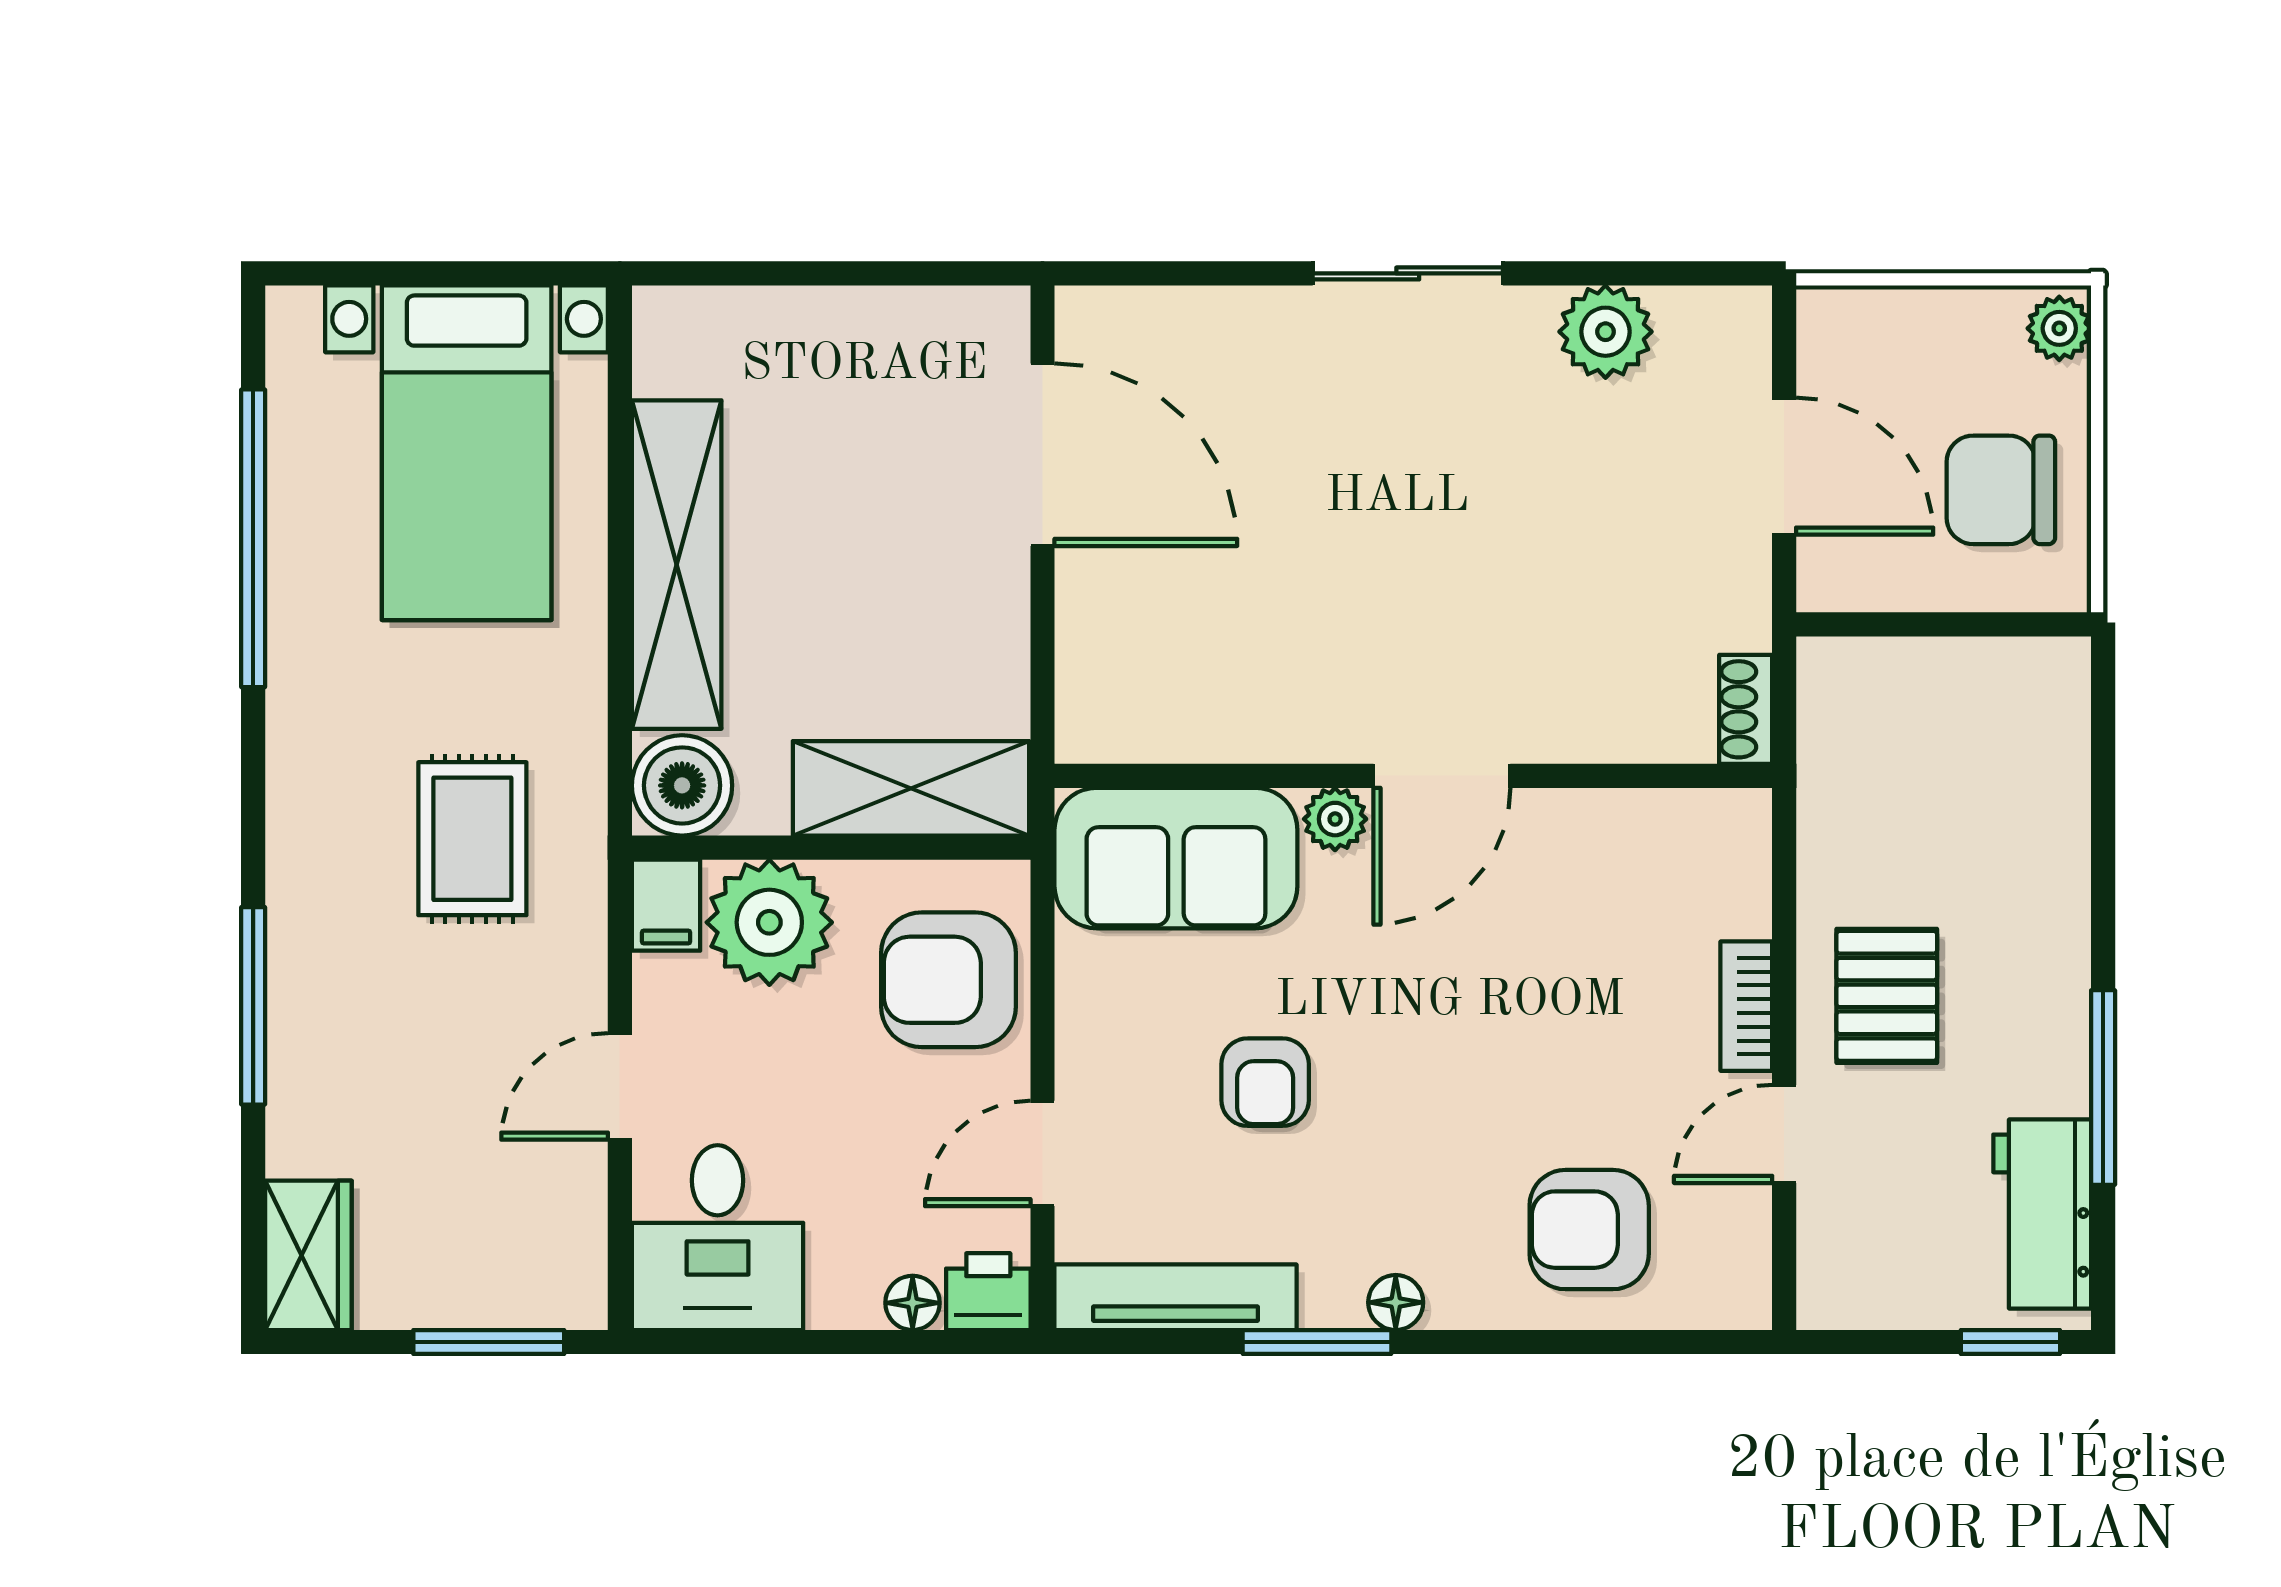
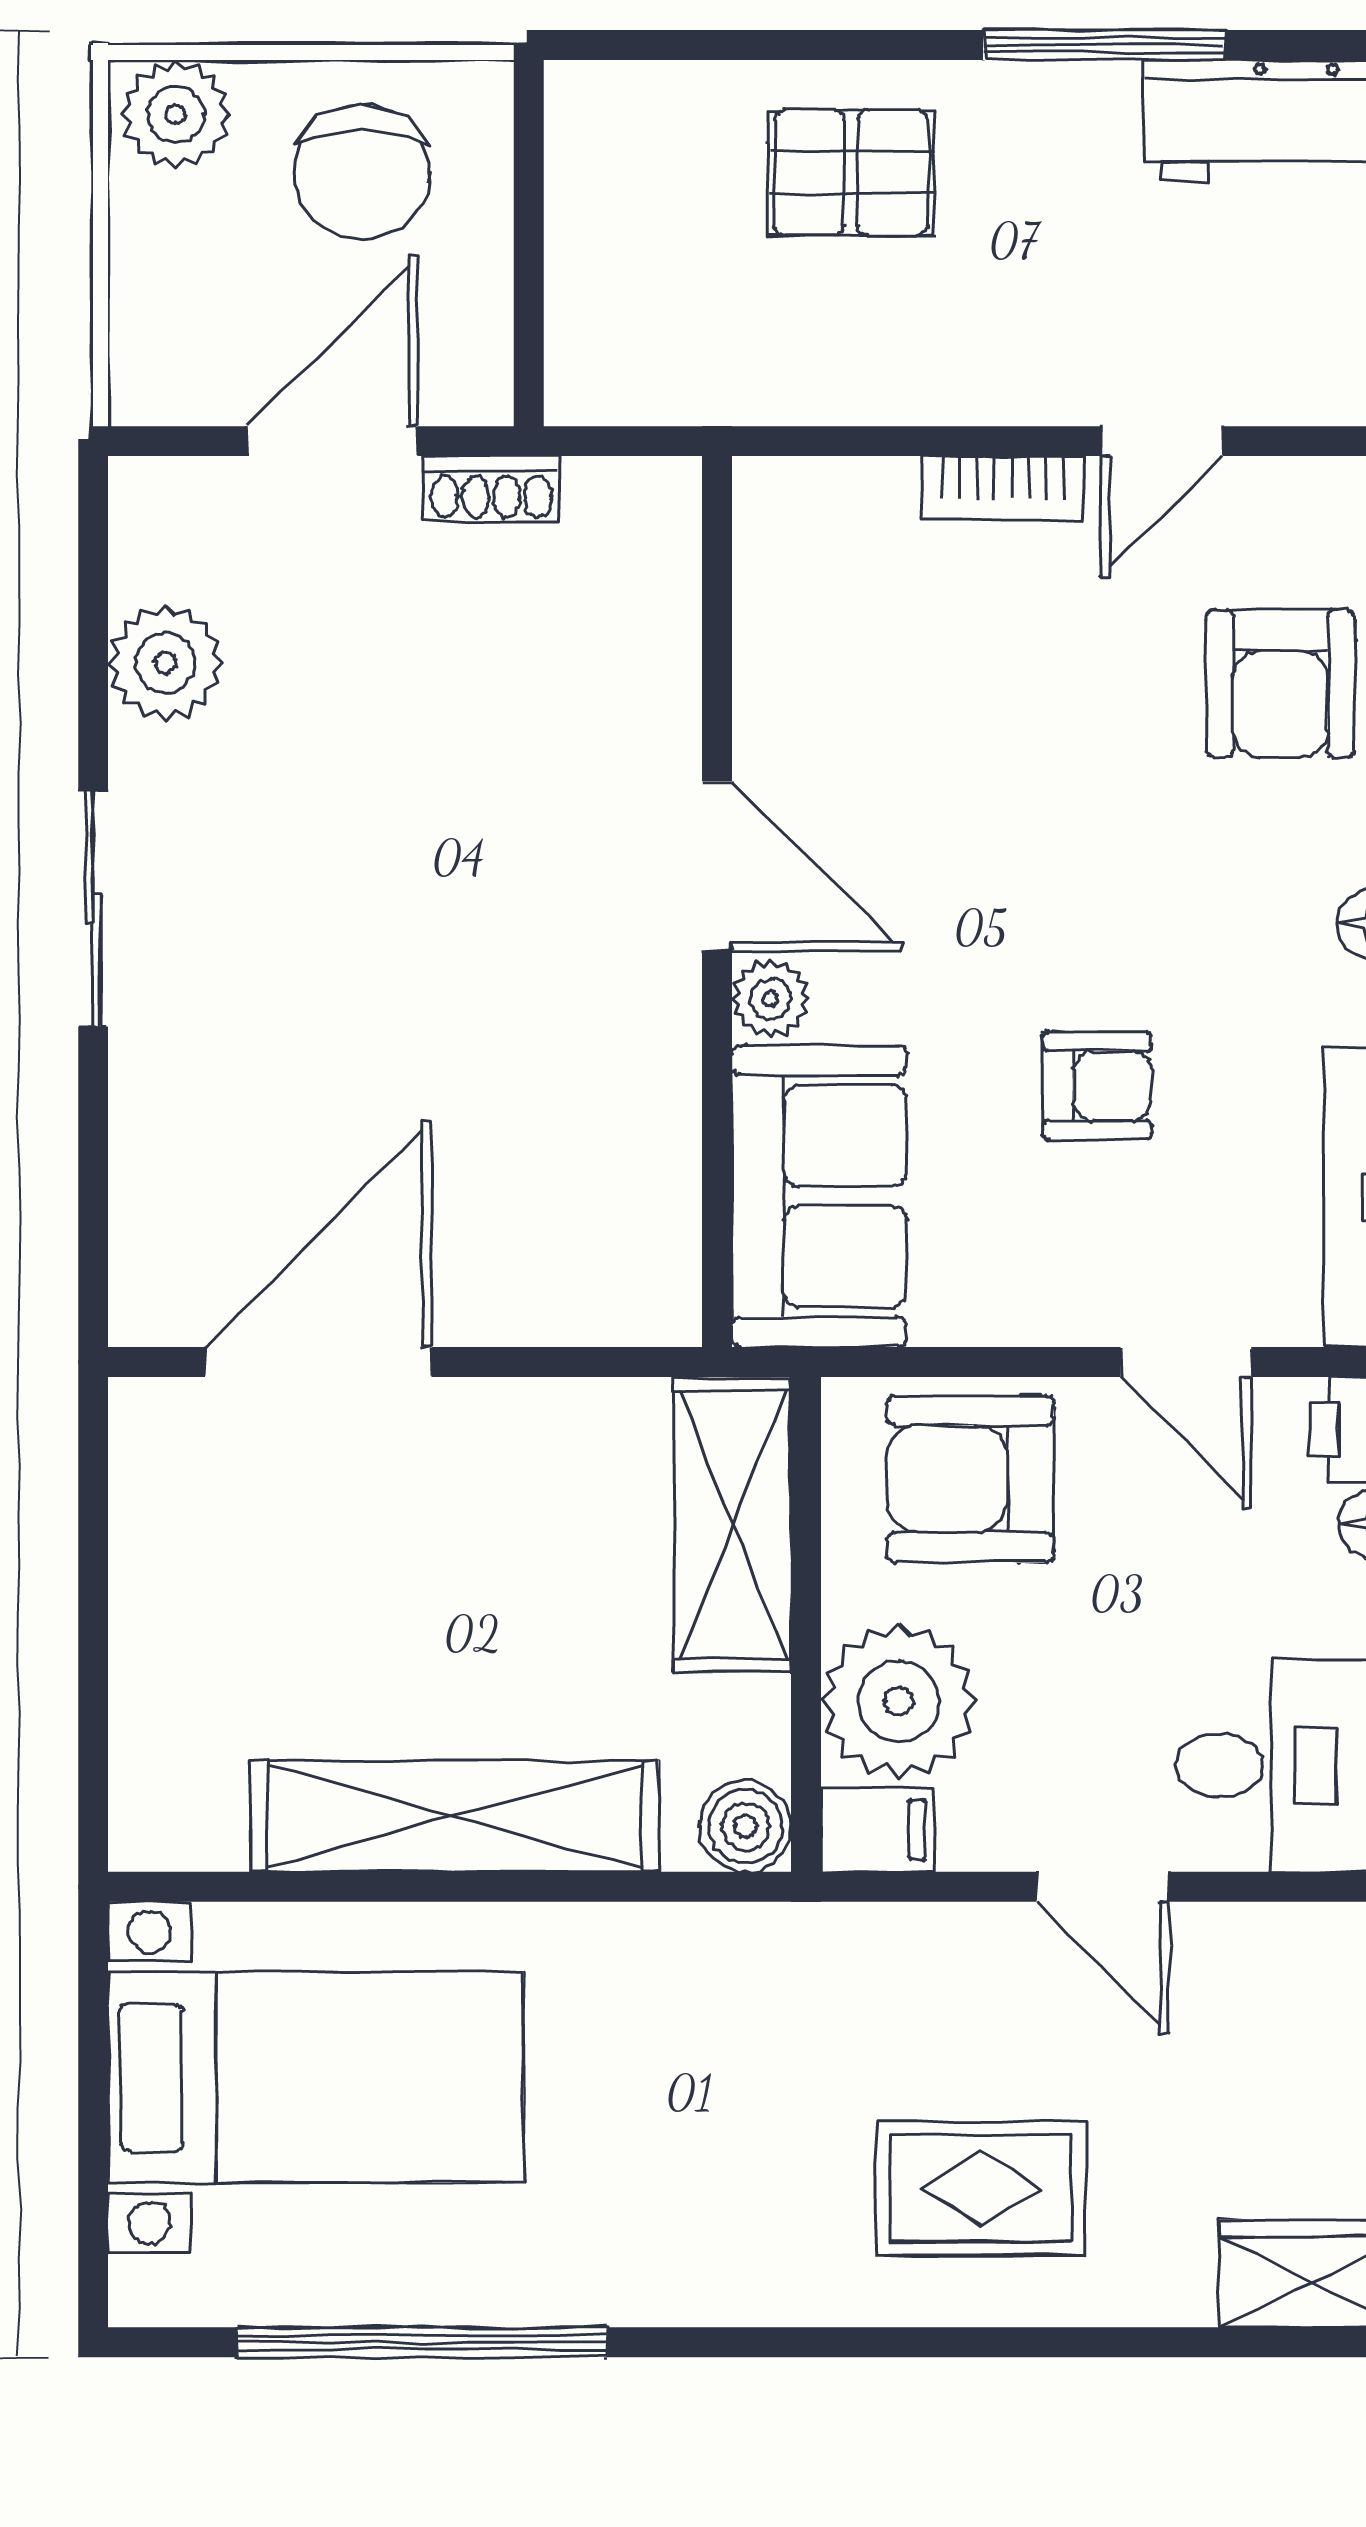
plant: (2059, 328) -> (176, 114), width x1.38, depth x1.38
shoe rack: (1746, 709) -> (491, 489), moved
boiler: (682, 785) -> (745, 1826), width x0.73, depth x0.73
rug: (472, 839) -> (981, 2188), moved
armchair: (948, 980) -> (970, 1479), turned 90
pallet: (1887, 996) -> (851, 173), moved
window: (253, 1006) -> (1003, 2342), removed
door: (1784, 1134) -> (1162, 441), hinge flipped

